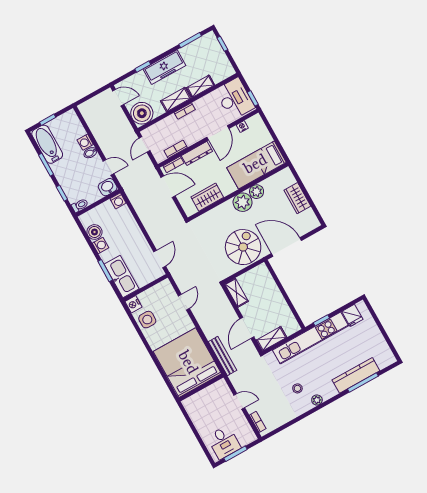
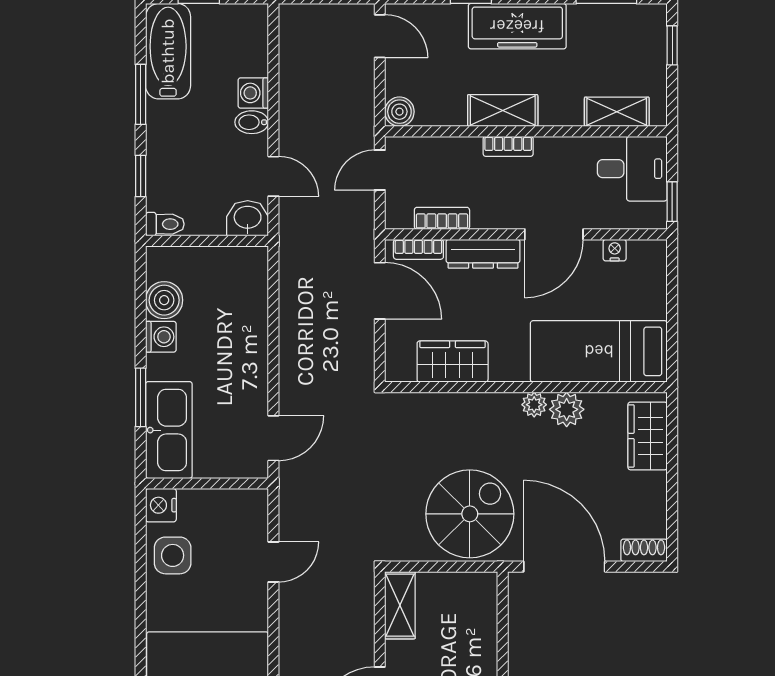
shelving: (201, 86) -> (617, 112), moved
desk: (235, 99) -> (632, 169), width x0.73
boiler: (142, 113) -> (399, 112), width x0.54, depth x0.54
wardrobe: (297, 198) -> (648, 436), moved
washing machine: (118, 201) -> (253, 261), removed
plant: (243, 202) -> (534, 405), width x0.53, depth x0.53
shoe rack: (311, 226) -> (644, 550), added

